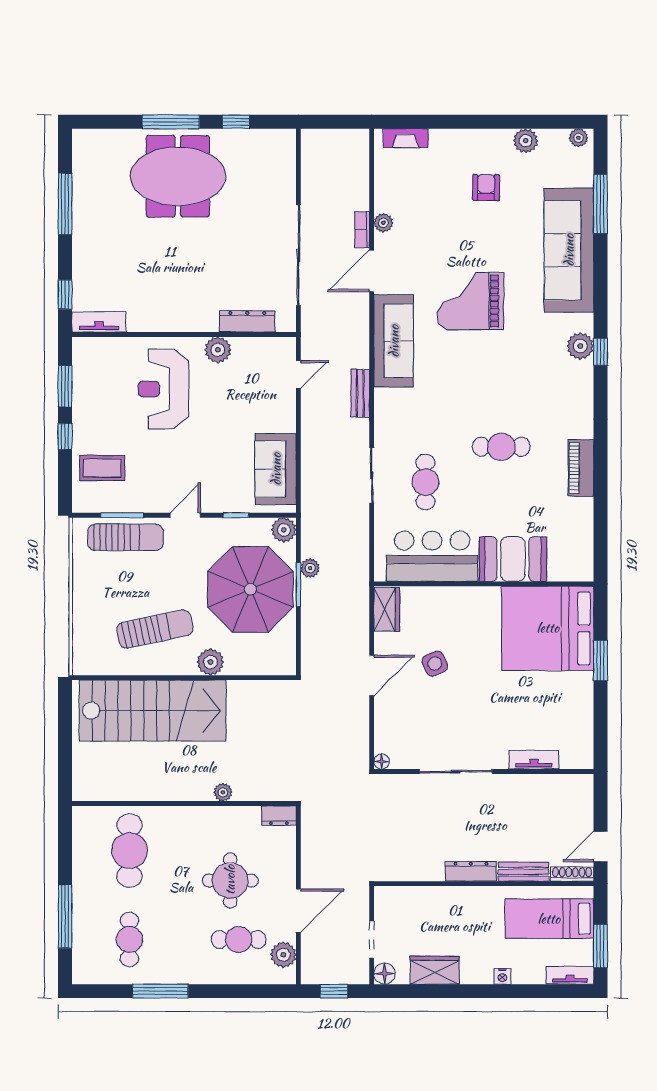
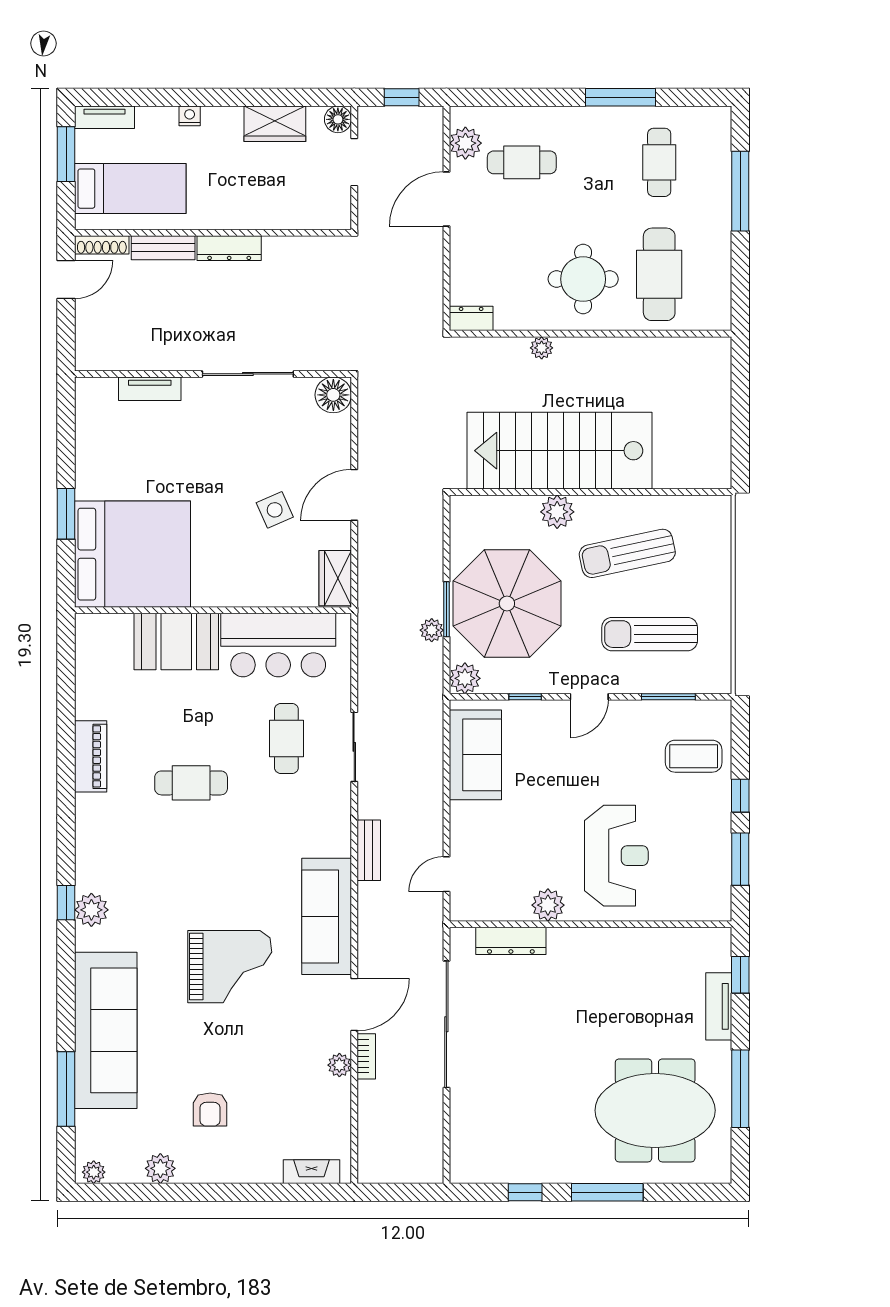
meeting table: (178, 176) -> (655, 1110), moved
tv unit: (99, 322) -> (719, 1006), moved, turned 90
sun lounger: (126, 537) -> (650, 634), moved
stairs: (153, 711) -> (559, 451), moved
floor lamp: (382, 762) -> (333, 395), width x1.89, depth x1.89
round table: (230, 880) -> (583, 279), moved

